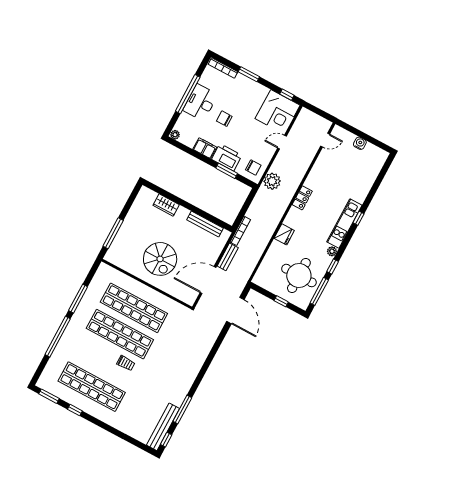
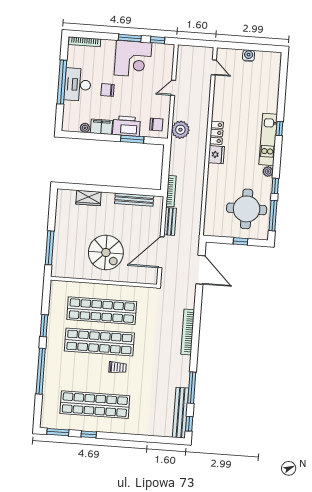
window: (249, 74) -> (130, 38), moved
corner desk: (278, 112) -> (133, 59), moved
plant: (175, 135) -> (85, 128), moved
door: (325, 140) -> (214, 67), hinge flipped
fridge: (284, 234) -> (216, 155), moved
window: (78, 299) -> (44, 326), width x0.69
bookcase: (200, 360) -> (188, 332), added

